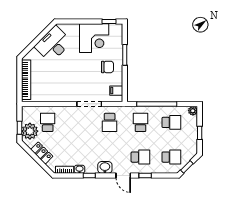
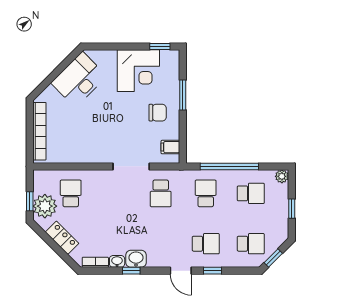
washbasin: (105, 167) -> (136, 259), moved

